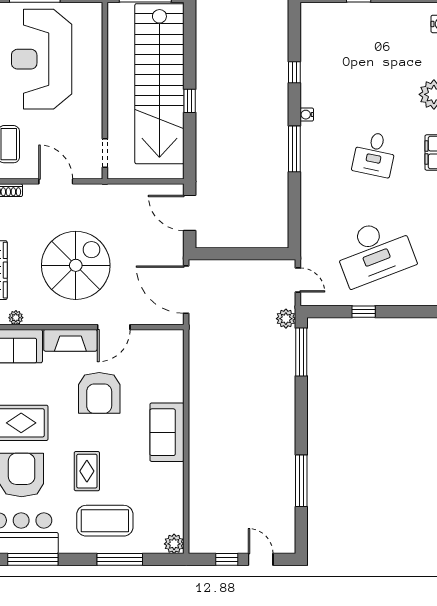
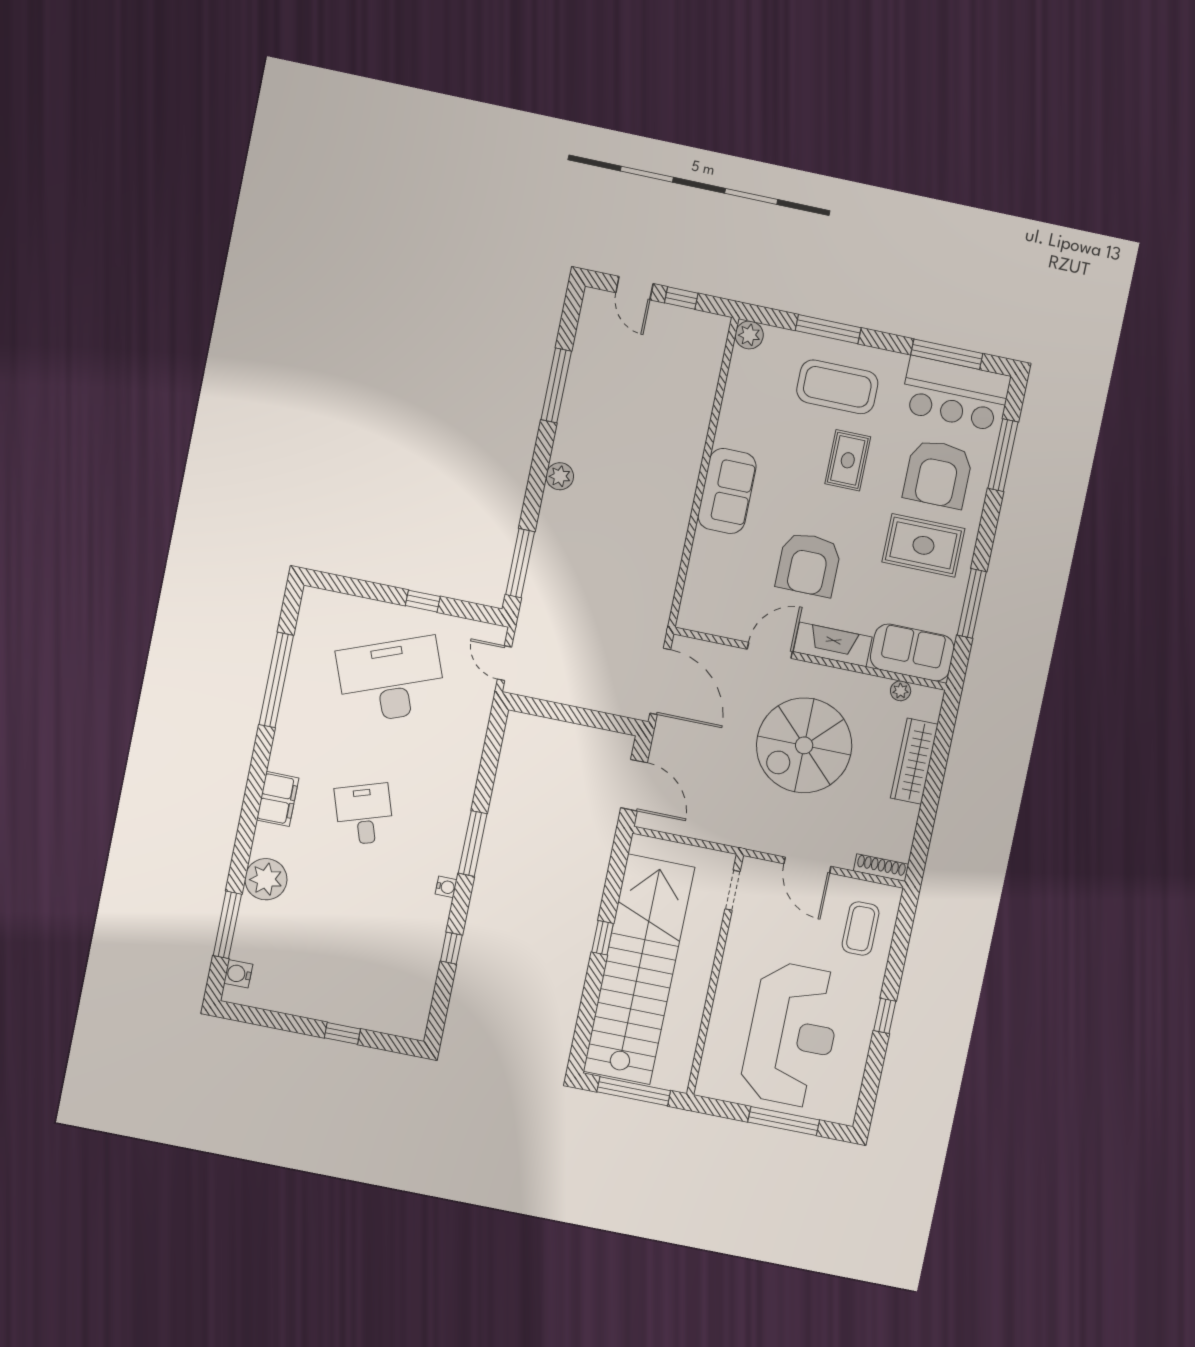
desk: (374, 154) -> (364, 814), turned -30
plant: (286, 319) -> (560, 476), moved
armchair: (99, 393) -> (808, 564), turned 180

